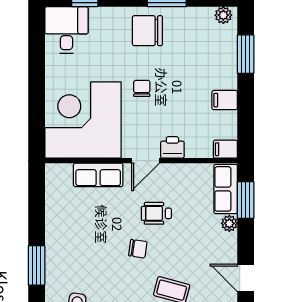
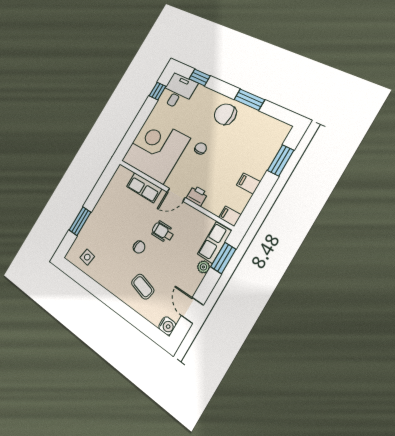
plant: (223, 15) -> (280, 127), removed
window: (37, 43) -> (157, 91), added

